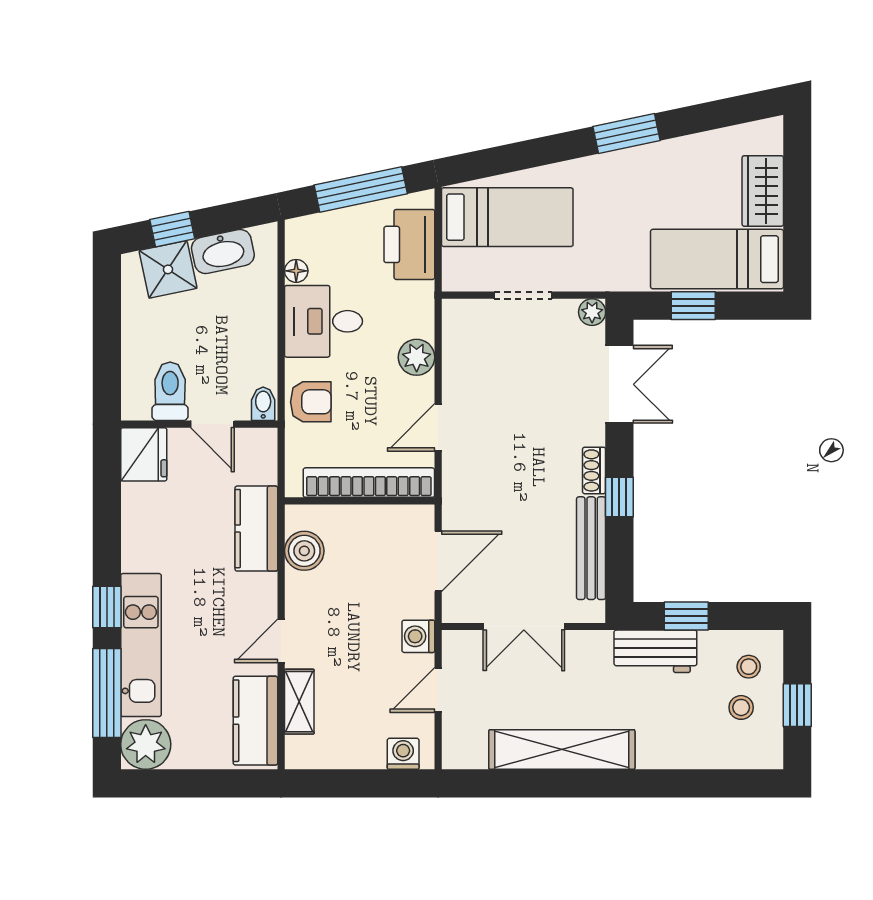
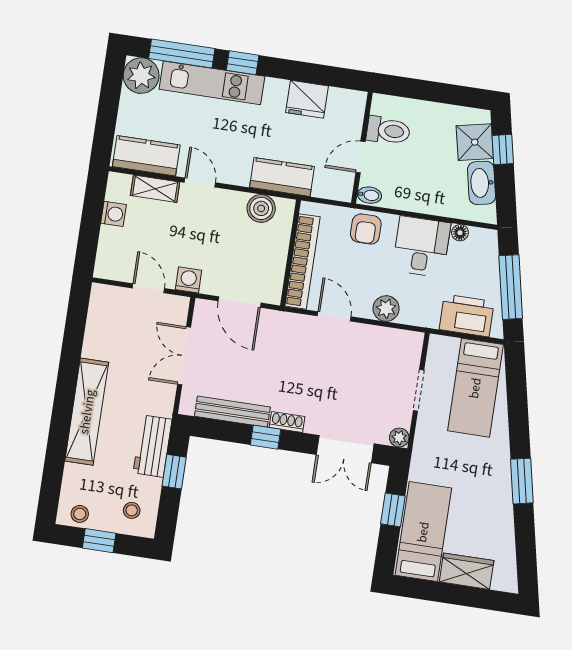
fridge: (144, 454) -> (307, 99), moved
stool: (741, 707) -> (80, 514), moved
shelving: (562, 750) -> (87, 412), moved
washing machine: (403, 754) -> (113, 214), moved

